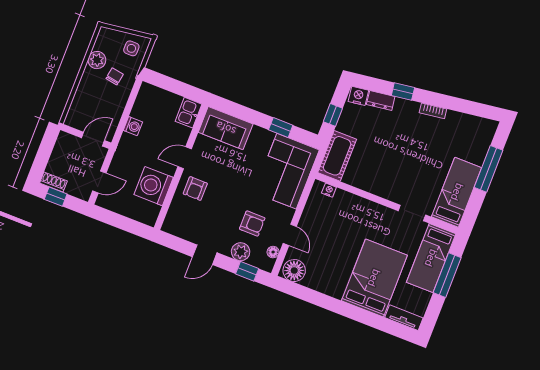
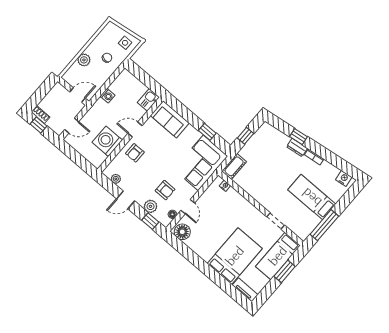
plant: (97, 60) -> (84, 60), moved
nightstand: (358, 96) -> (344, 178), moved
dresser: (381, 101) -> (297, 148), moved
cot: (337, 156) -> (234, 166), width x0.73, depth x0.75
window: (488, 169) -> (324, 225), moved
bed: (457, 192) -> (312, 197), moved, turned -90
plant: (182, 232) -> (116, 179), added
window: (447, 275) -> (285, 271), width x0.69

